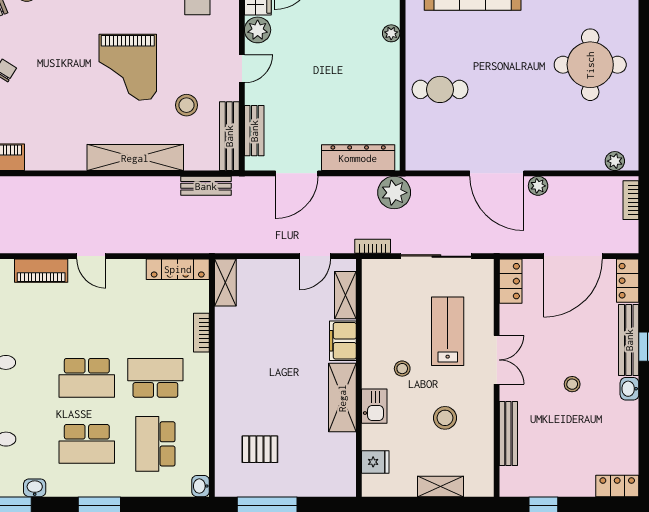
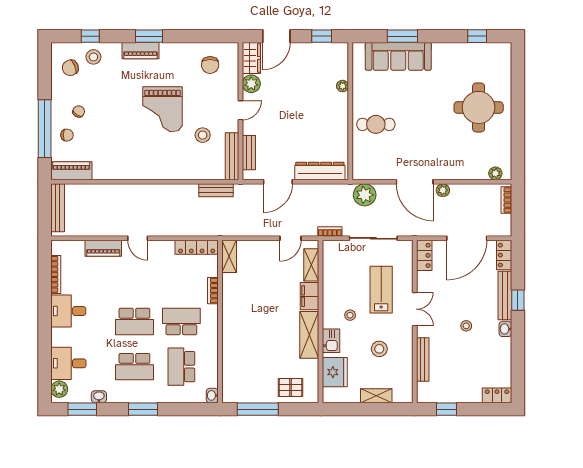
shelving: (135, 158) -> (168, 171), removed
plant: (394, 193) -> (365, 195), moved
pallet: (260, 449) -> (291, 387), moved
fridge: (375, 462) -> (335, 372), width x1.88, depth x1.34

